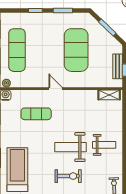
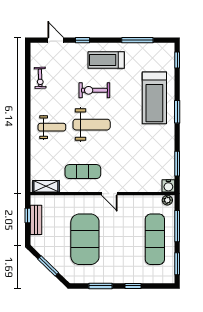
exercise mat: (36, 114) -> (83, 172), moved
weight bench: (104, 145) -> (52, 127), turned 180

